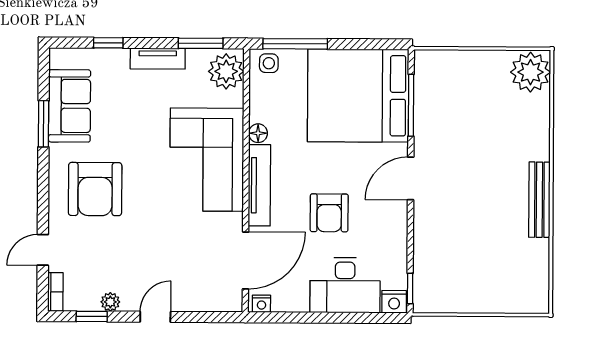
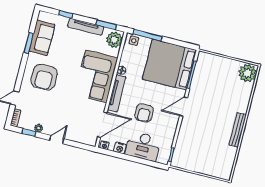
tv unit: (158, 59) -> (86, 27), width x1.41
nightstand: (394, 302) -> (120, 148), moved

